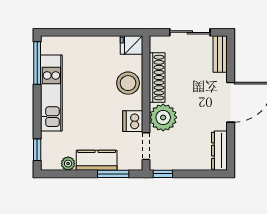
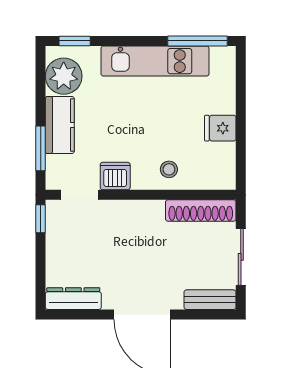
fridge: (131, 45) -> (220, 128), moved, turned -90
shoe rack: (157, 78) -> (201, 211), moved
stool: (128, 83) -> (169, 169), width x0.53, depth x0.53
plant: (163, 117) -> (120, 219), removed
plant: (68, 164) -> (64, 76), width x1.87, depth x1.87

